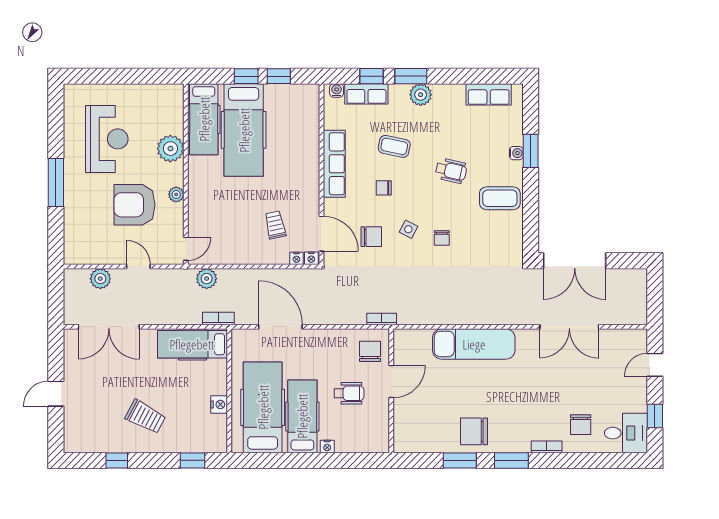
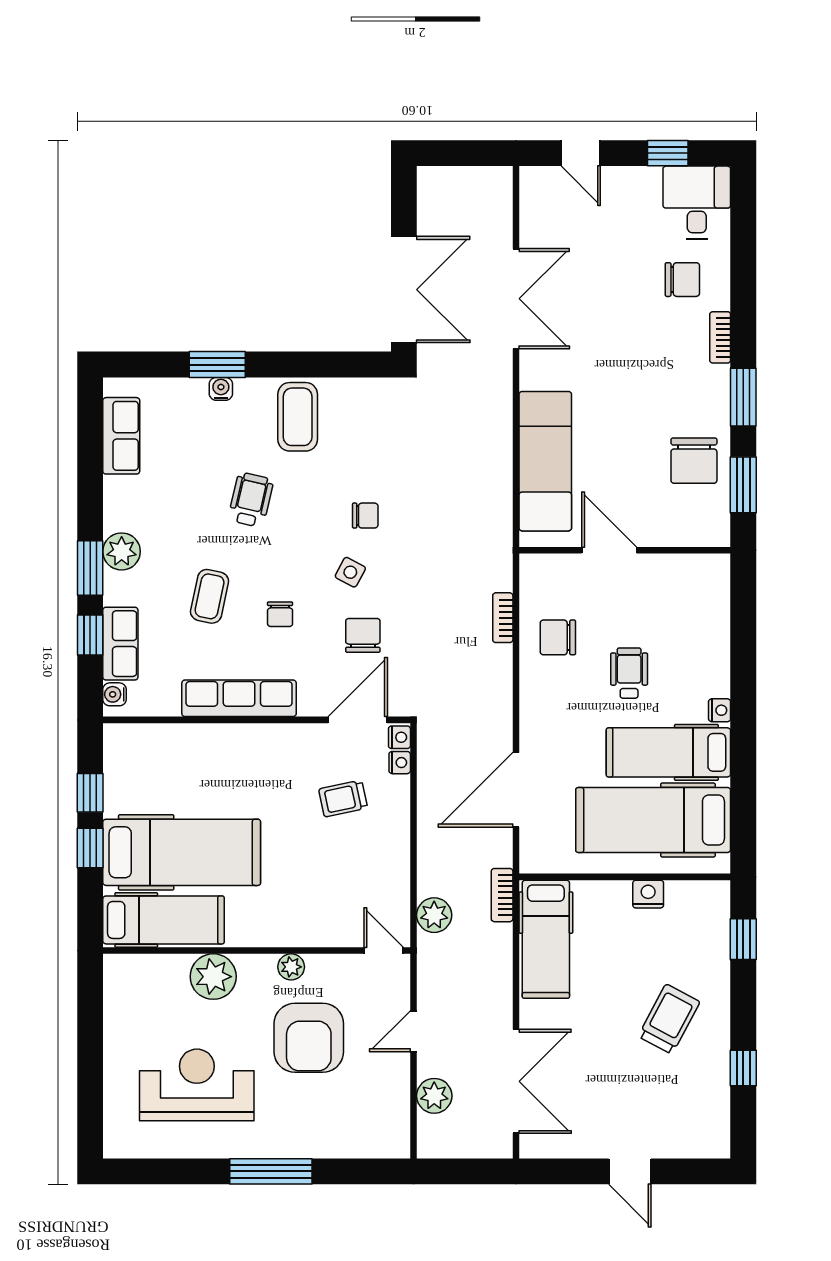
door: (391, 382) -> (609, 550), moved
wall: (391, 391) -> (625, 550), moved

